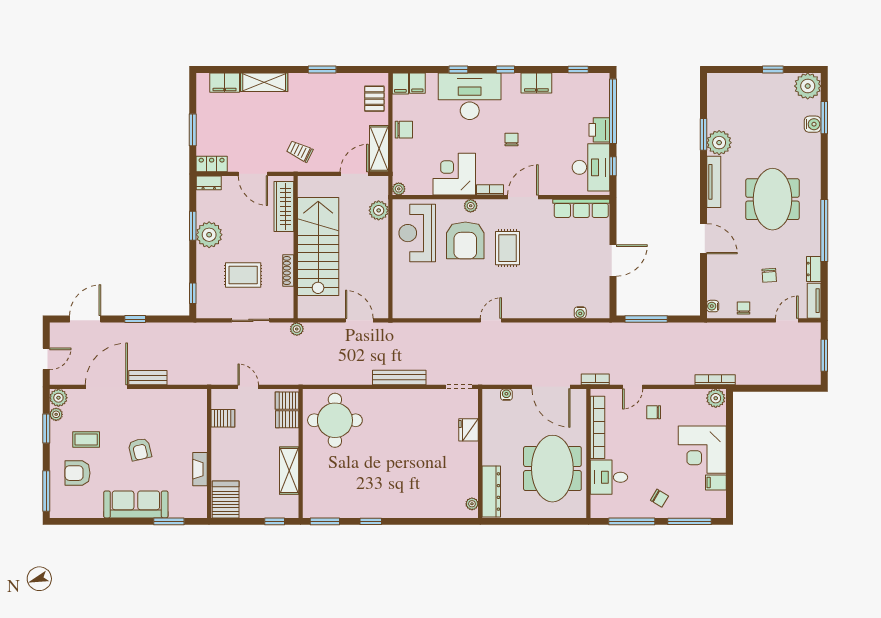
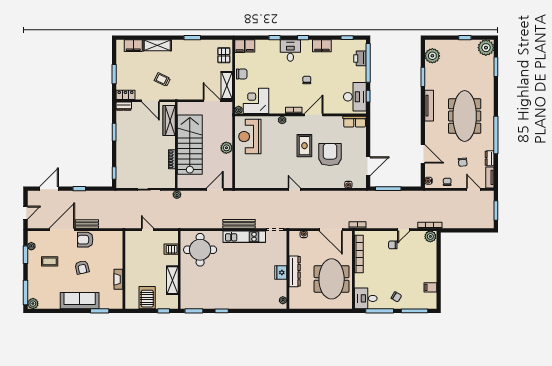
desk: (470, 96) -> (290, 51), width x0.53, depth x0.77
water cooler: (813, 124) -> (489, 71), removed
printer: (599, 130) -> (360, 58), moved
plant: (719, 143) -> (432, 56), moved
trolley: (300, 151) -> (162, 80), moved
door: (354, 174) -> (212, 101), hinge flipped
corner desk: (454, 174) -> (256, 101), moved
meeting table: (772, 199) -> (465, 116), width x1.36
row of seats: (581, 208) -> (355, 122), width x0.68
plant: (379, 210) -> (226, 148), moved
plant: (209, 235) -> (124, 138), removed
door: (703, 239) -> (423, 154), moved
armchair: (465, 240) -> (330, 154), moved, turned 180
door: (613, 260) -> (368, 166), moved
rug: (243, 275) -> (144, 162), removed
door: (359, 320) -> (215, 189), hinge flipped
door: (491, 320) -> (294, 189), hinge flipped
door: (787, 320) -> (473, 189), hinge flipped
door: (633, 387) -> (404, 230), moved
plant: (58, 398) -> (33, 304), moved
kitchen unit: (408, 399) -> (244, 237), added
server rack: (287, 401) -> (171, 238), removed
server rack: (223, 418) -> (132, 248), removed
fridge: (468, 430) -> (281, 272), moved
corner desk: (702, 450) -> (422, 268), removed
armchair: (78, 473) -> (85, 240), moved
desk: (609, 477) -> (366, 298), moved
dresser: (491, 491) -> (295, 271), moved
server rack: (226, 499) -> (147, 298), moved

